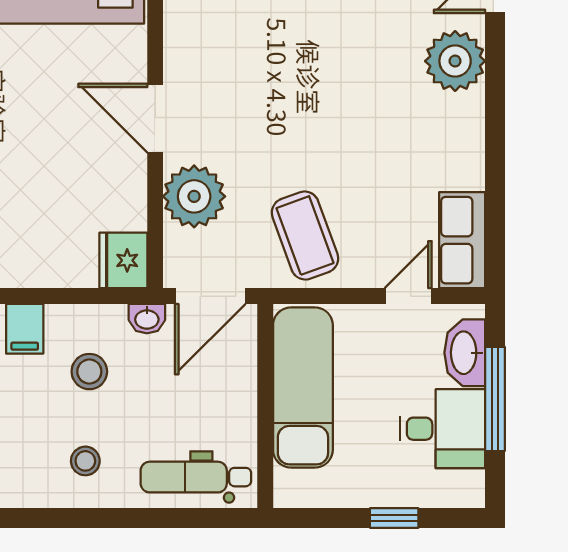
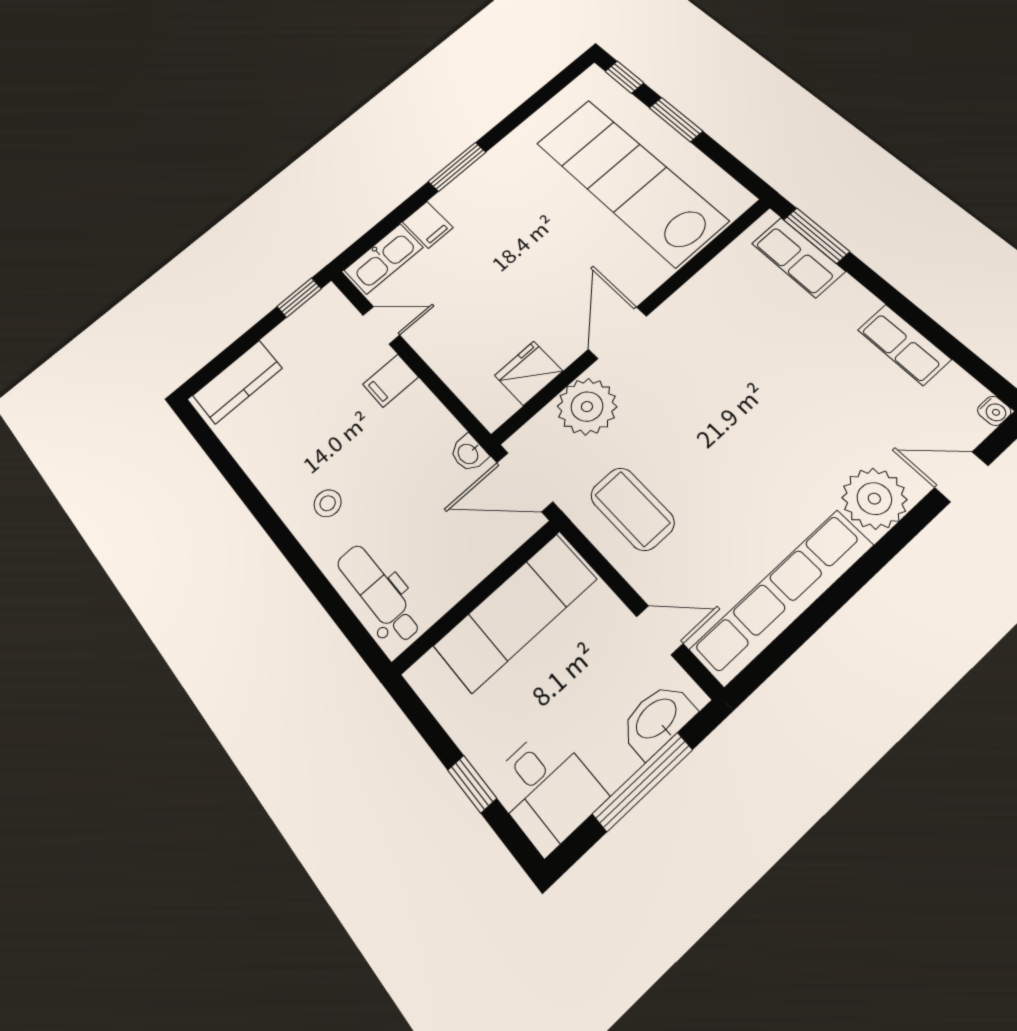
coffee table: (305, 236) -> (632, 509), turned -70
row of seats: (462, 240) -> (782, 597), width x2.02
fridge: (123, 260) -> (529, 373), moved
stool: (89, 372) -> (396, 449), removed
desk: (443, 429) -> (546, 789), moved

